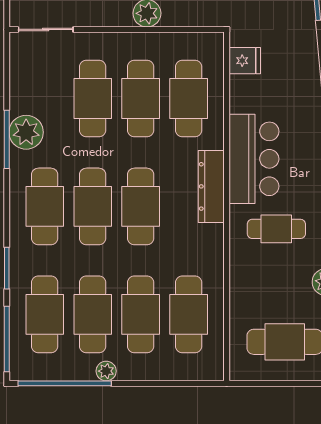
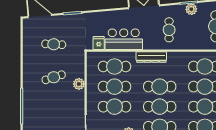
bar counter: (254, 159) -> (124, 39), moved

